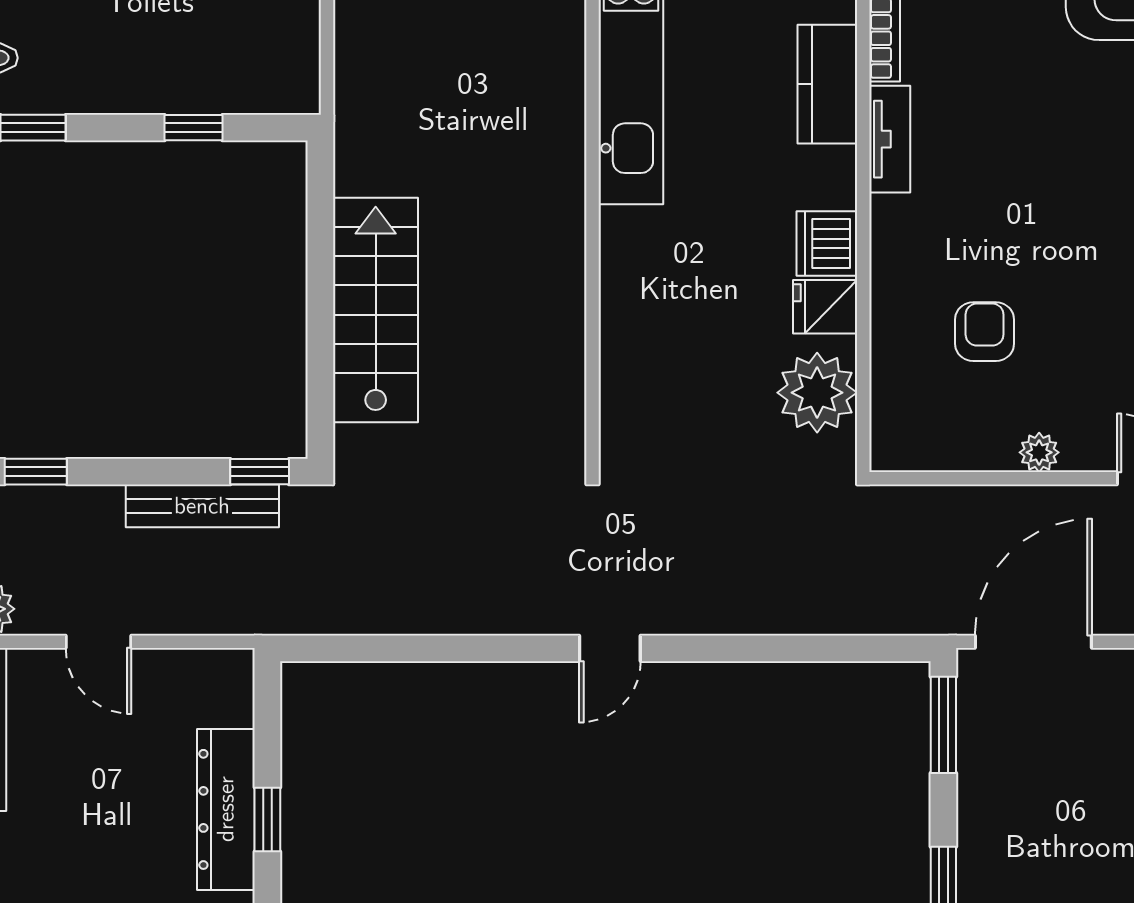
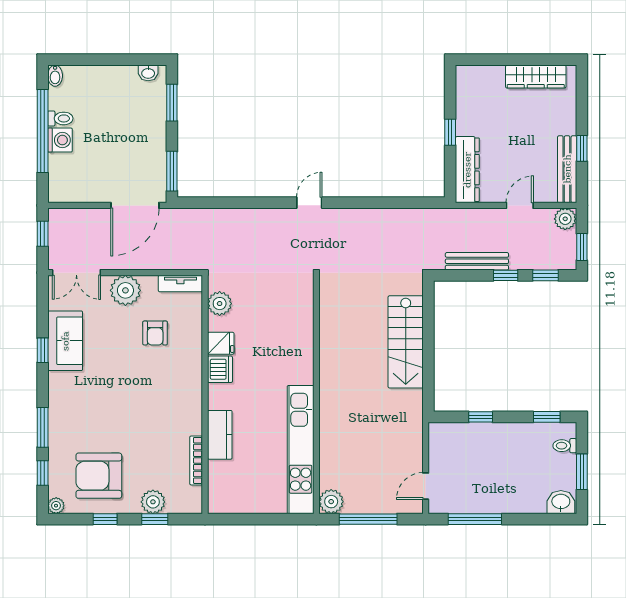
tv unit: (890, 139) -> (180, 284), moved, turned -90
plant: (817, 393) -> (220, 304), width x0.73, depth x0.73
plant: (1039, 452) -> (125, 290), width x1.87, depth x1.87
window: (260, 472) -> (506, 275), moved
door: (98, 642) -> (520, 205), hinge flipped
dresser: (226, 809) -> (467, 170), moved

